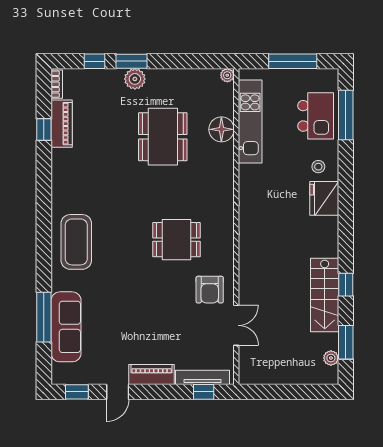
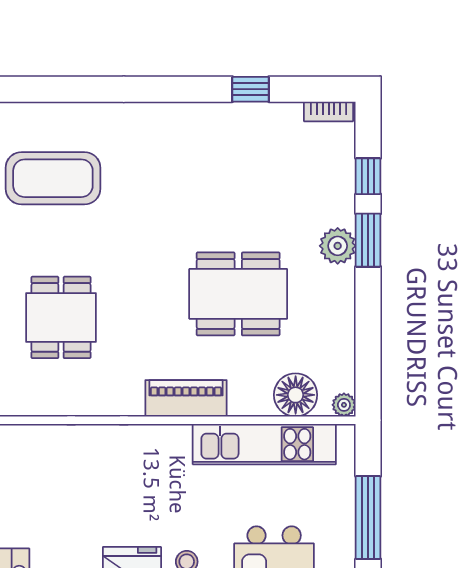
piano: (62, 124) -> (186, 398), moved, turned 180
floor lamp: (221, 129) -> (296, 395), moved
coffee table: (76, 242) -> (53, 178), moved

